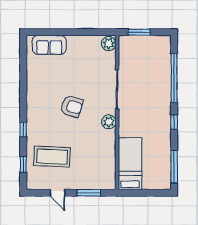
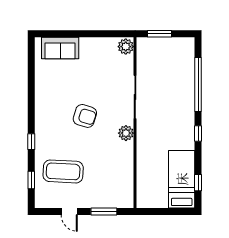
bed: (130, 164) -> (182, 179), moved
window: (174, 167) -> (198, 183), width x0.46

